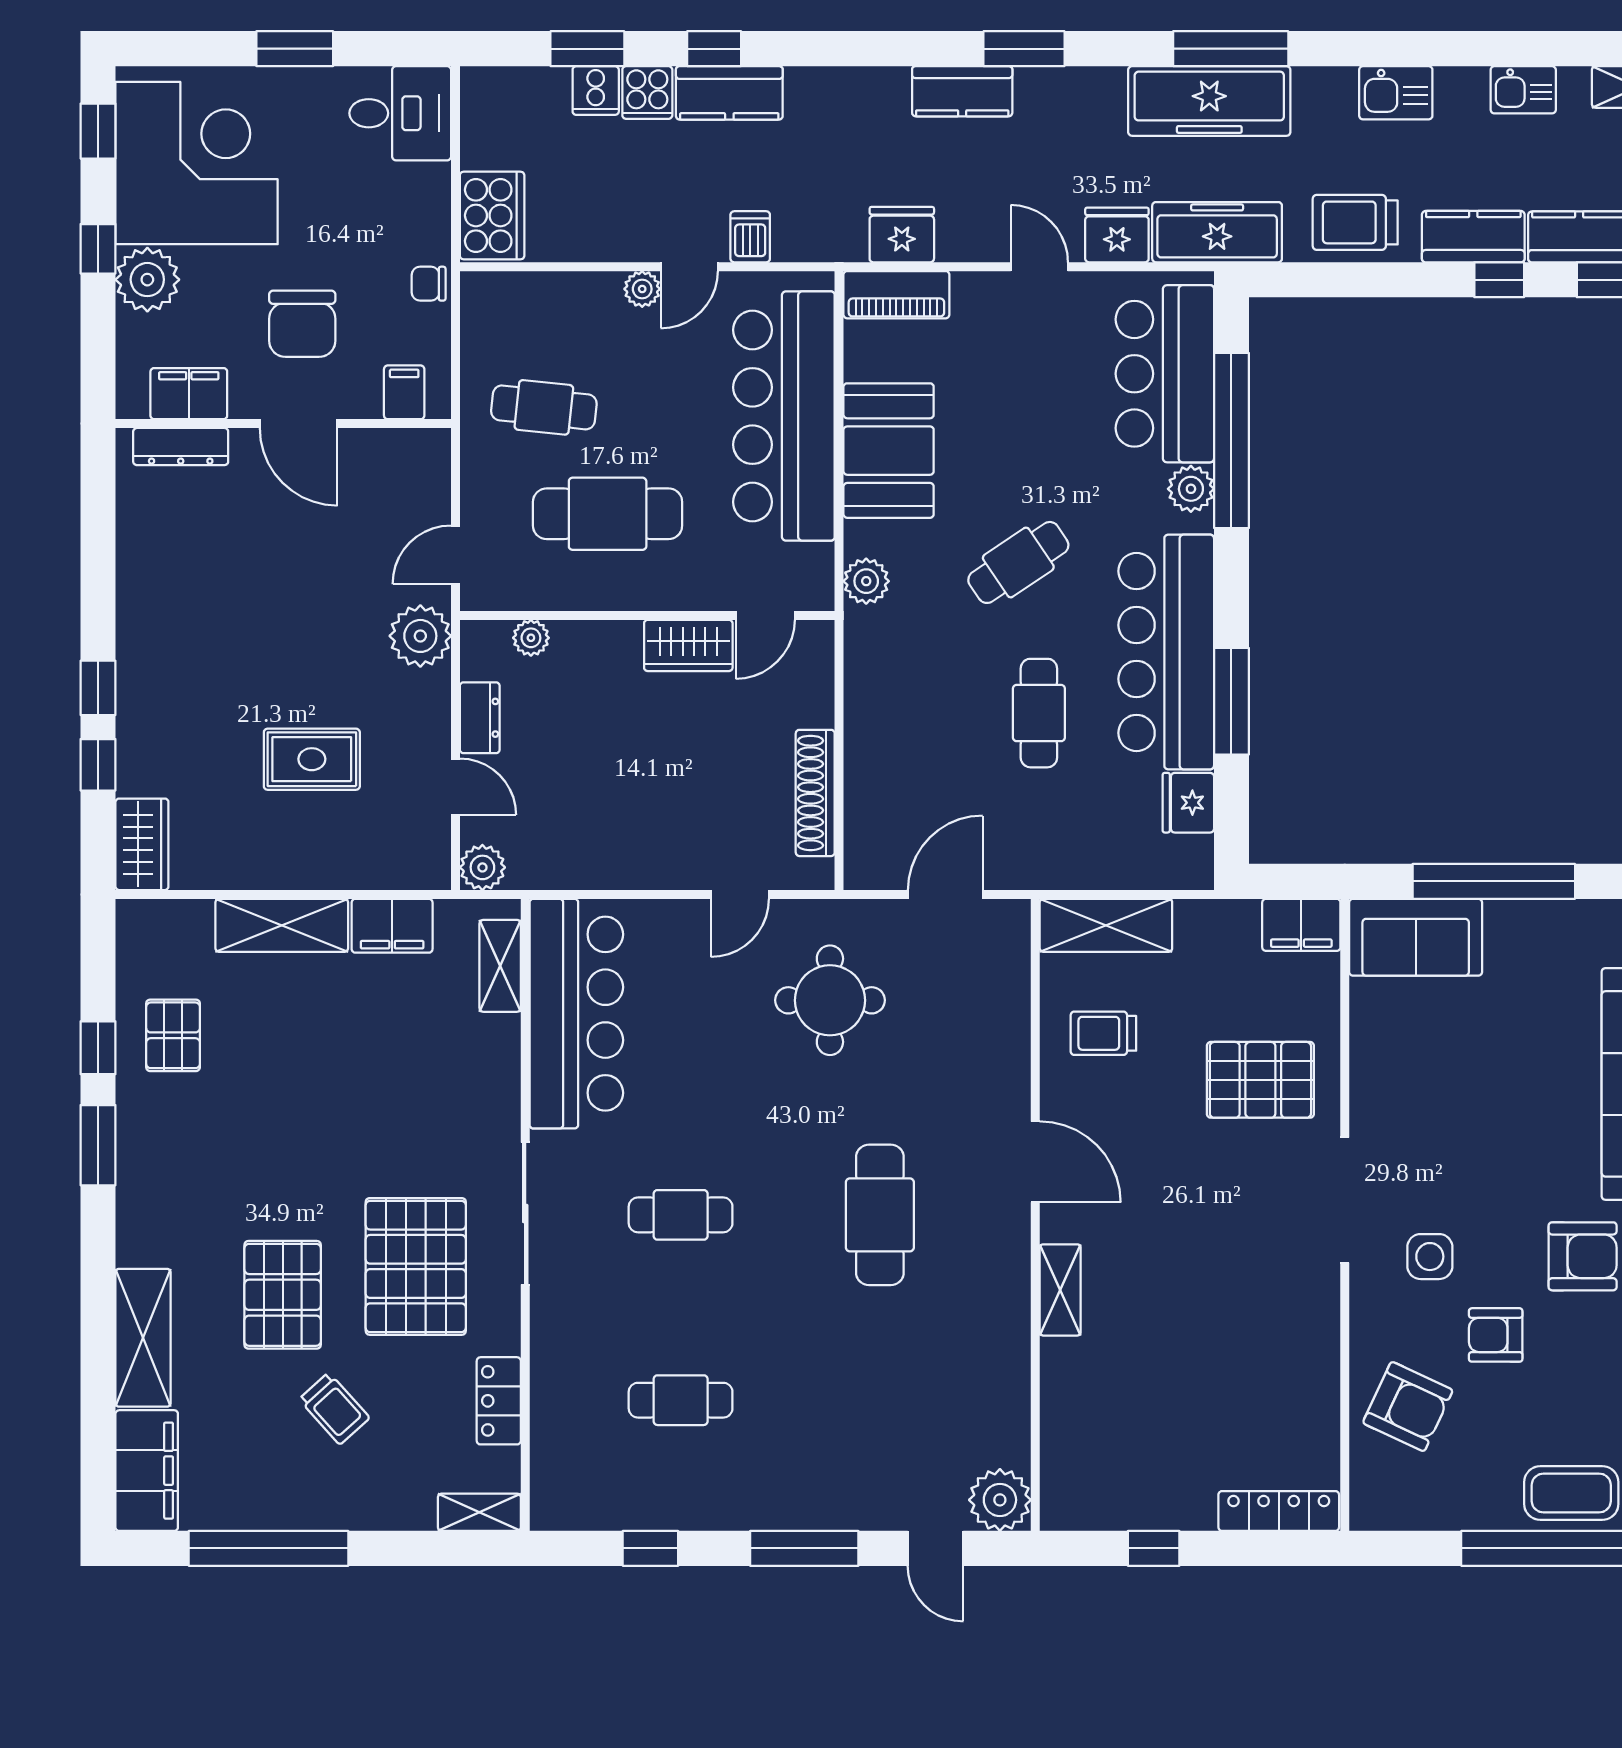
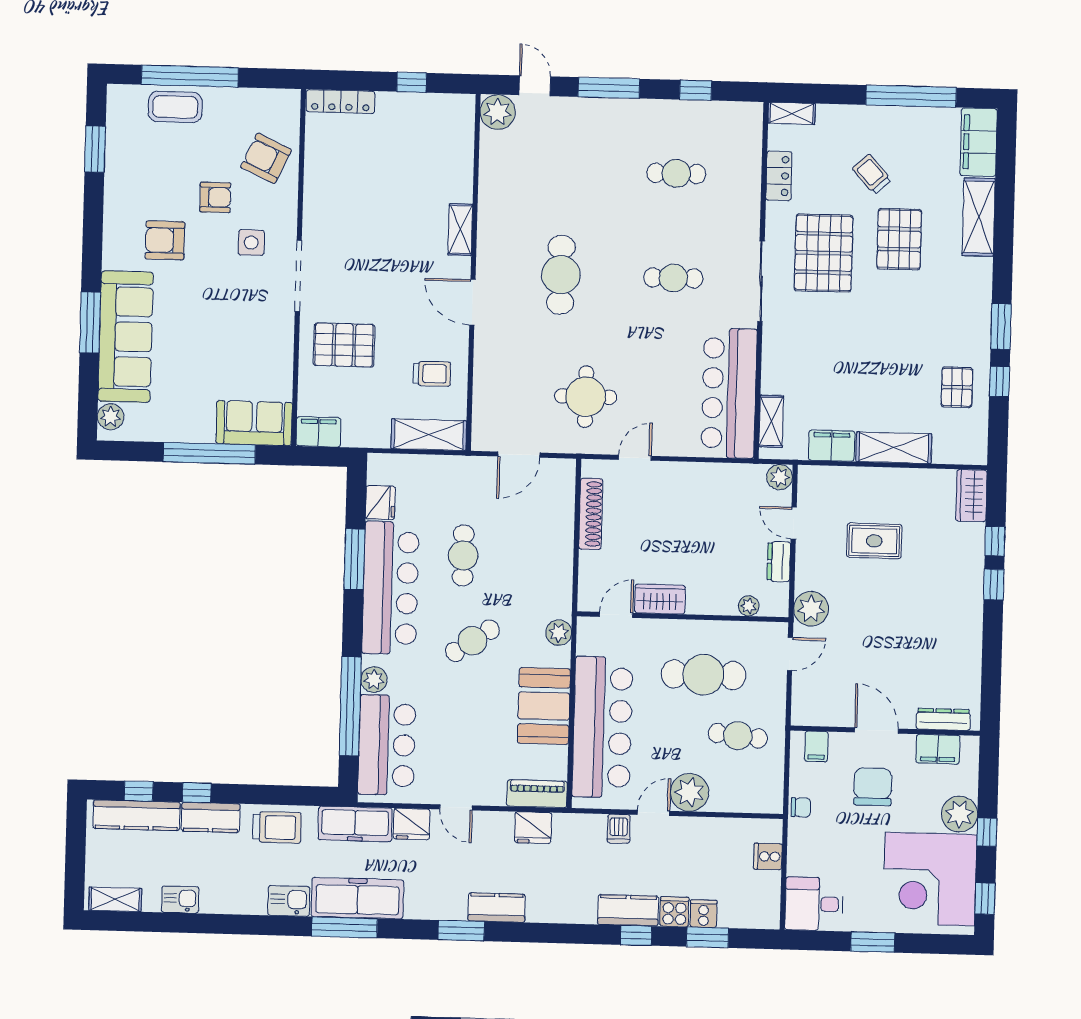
kitchen sink: (1396, 93) -> (289, 901), moved
cooker: (492, 215) -> (768, 856), width x0.53, depth x0.76
plant: (642, 289) -> (690, 792), width x1.88, depth x1.88

